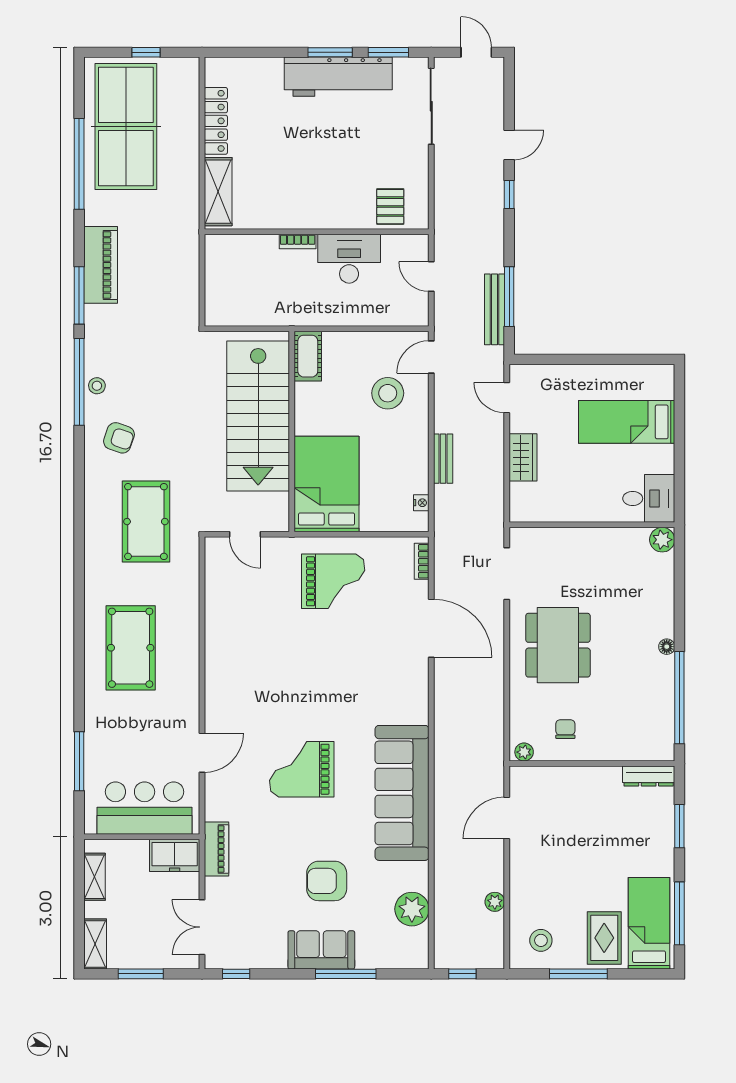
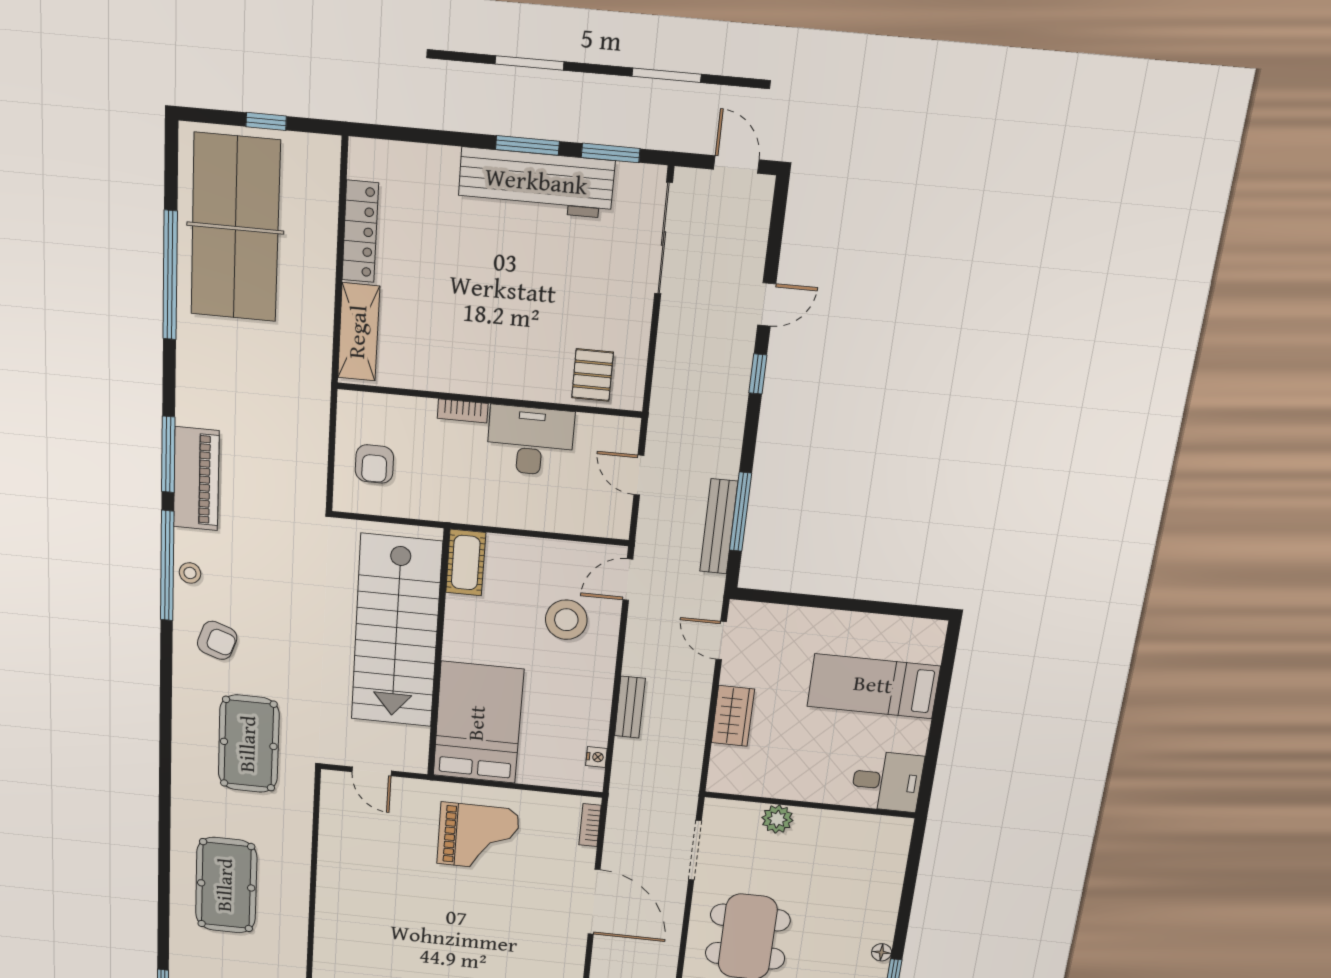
piano: (101, 265) -> (196, 479), moved
armchair: (234, 287) -> (374, 464), added
plant: (662, 540) -> (777, 819), moved

